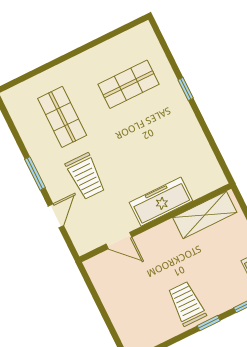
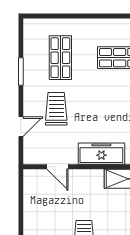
window: (35, 173) -> (21, 71), moved
trolley: (86, 176) -> (56, 109), turned 180

